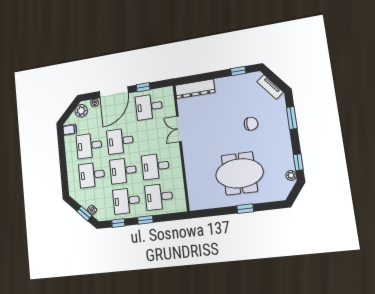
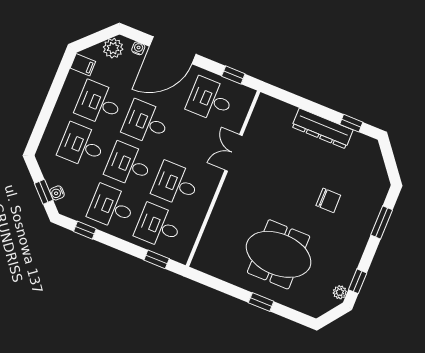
window: (143, 87) -> (233, 75), moved
tv unit: (270, 87) -> (378, 168), removed
dresser: (195, 89) -> (322, 128), moved
window: (145, 220) -> (157, 259), moved

